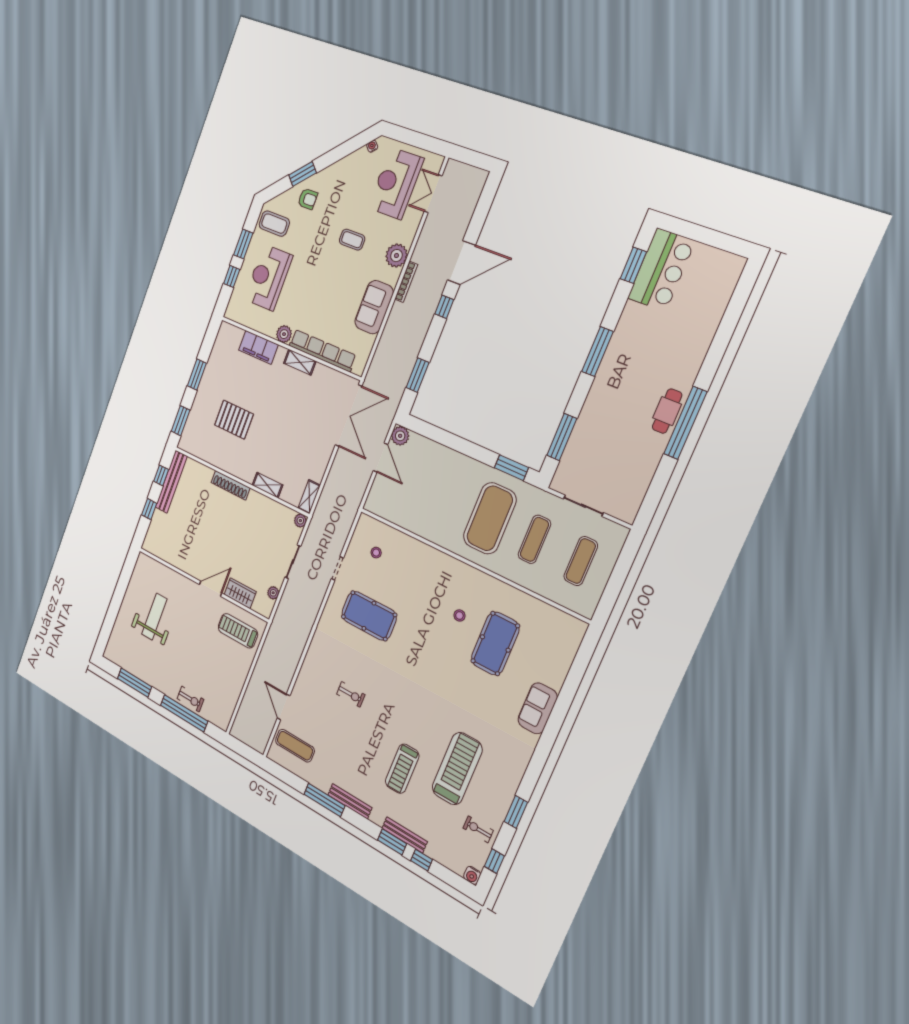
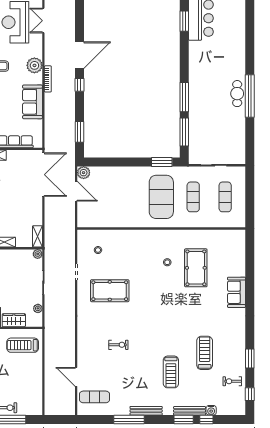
window: (597, 352) -> (184, 97), moved
treadmill: (457, 769) -> (205, 353), width x0.73, depth x0.73
water cooler: (472, 875) -> (211, 410), moved

